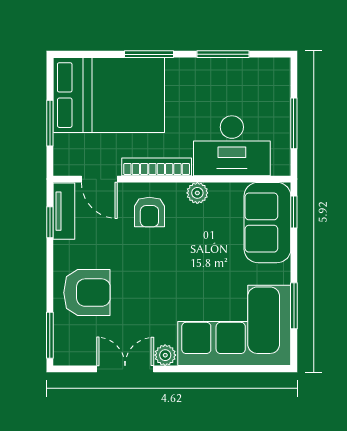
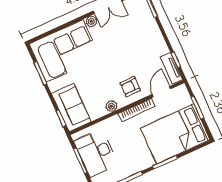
desk: (232, 146) -> (96, 153), moved, turned -90
door: (99, 179) -> (161, 92), hinge flipped
armchair: (149, 212) -> (130, 87), turned -90
armchair: (87, 293) -> (143, 34), removed

